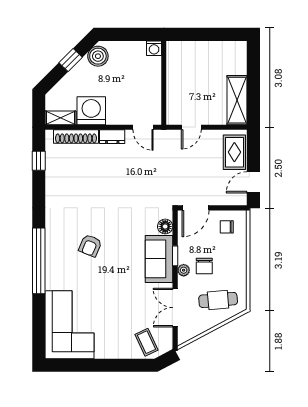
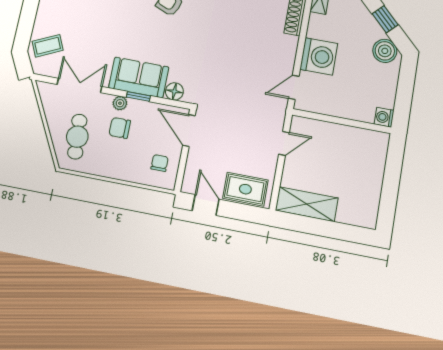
washing machine: (91, 111) -> (319, 56), moved
door: (191, 127) -> (284, 143), swing flipped
dresser: (112, 137) -> (289, 50), removed

